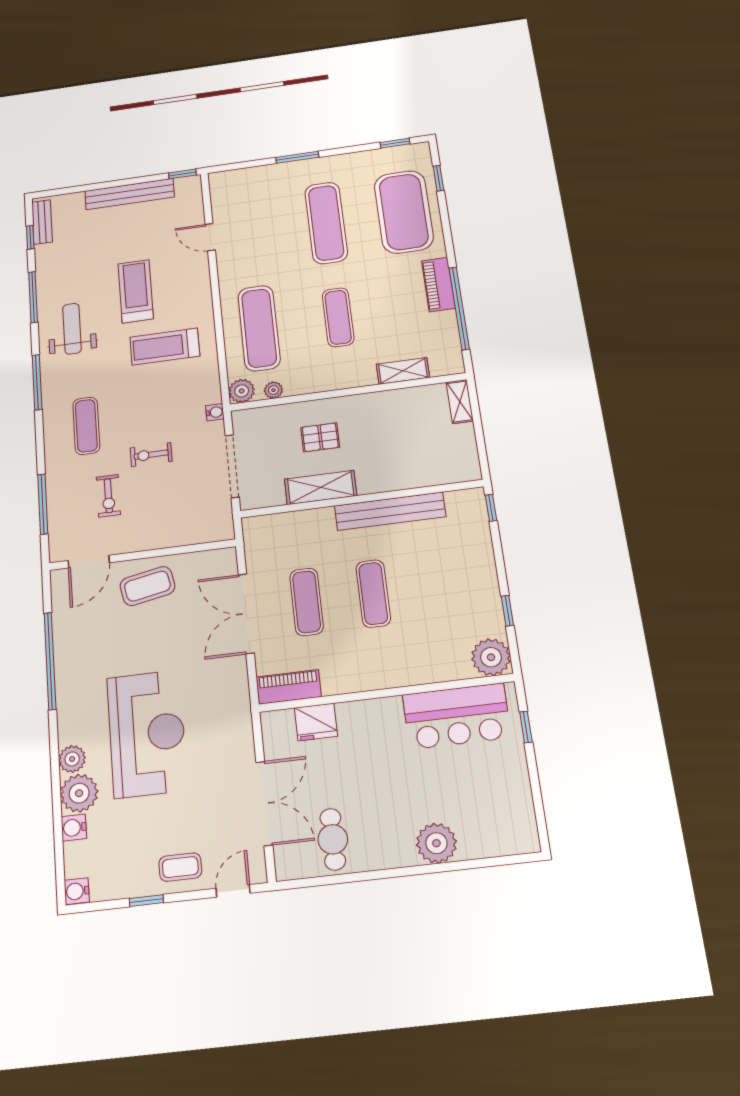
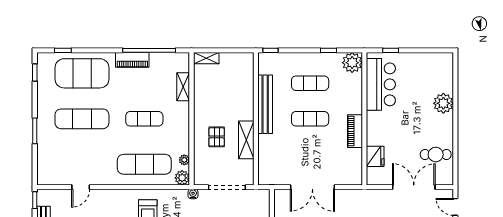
exercise mat: (307, 602) -> (310, 83), moved
piano: (289, 687) -> (355, 131), moved

